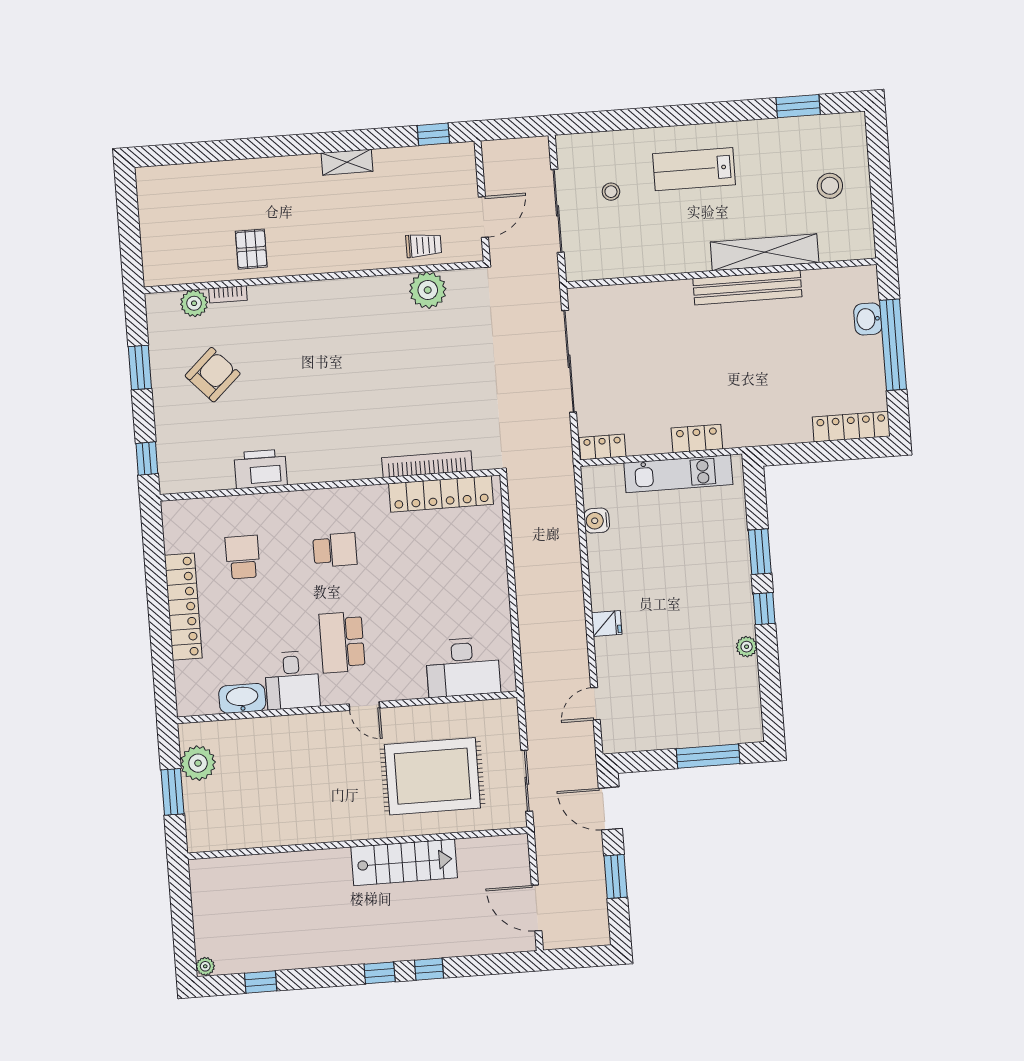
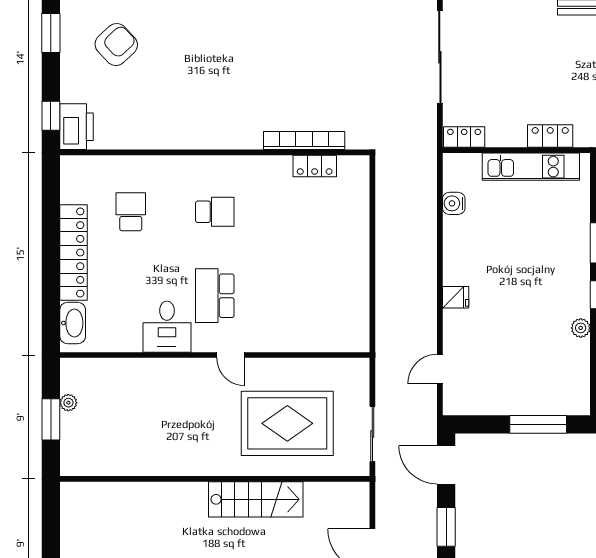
printer: (261, 469) -> (76, 127), moved, turned 90
locker: (441, 494) -> (315, 166), width x0.46, depth x0.83
desk: (463, 667) -> (322, 327), removed
washbasin: (242, 698) -> (73, 323), moved, turned 90
plant: (198, 763) -> (68, 403), width x0.53, depth x0.53

